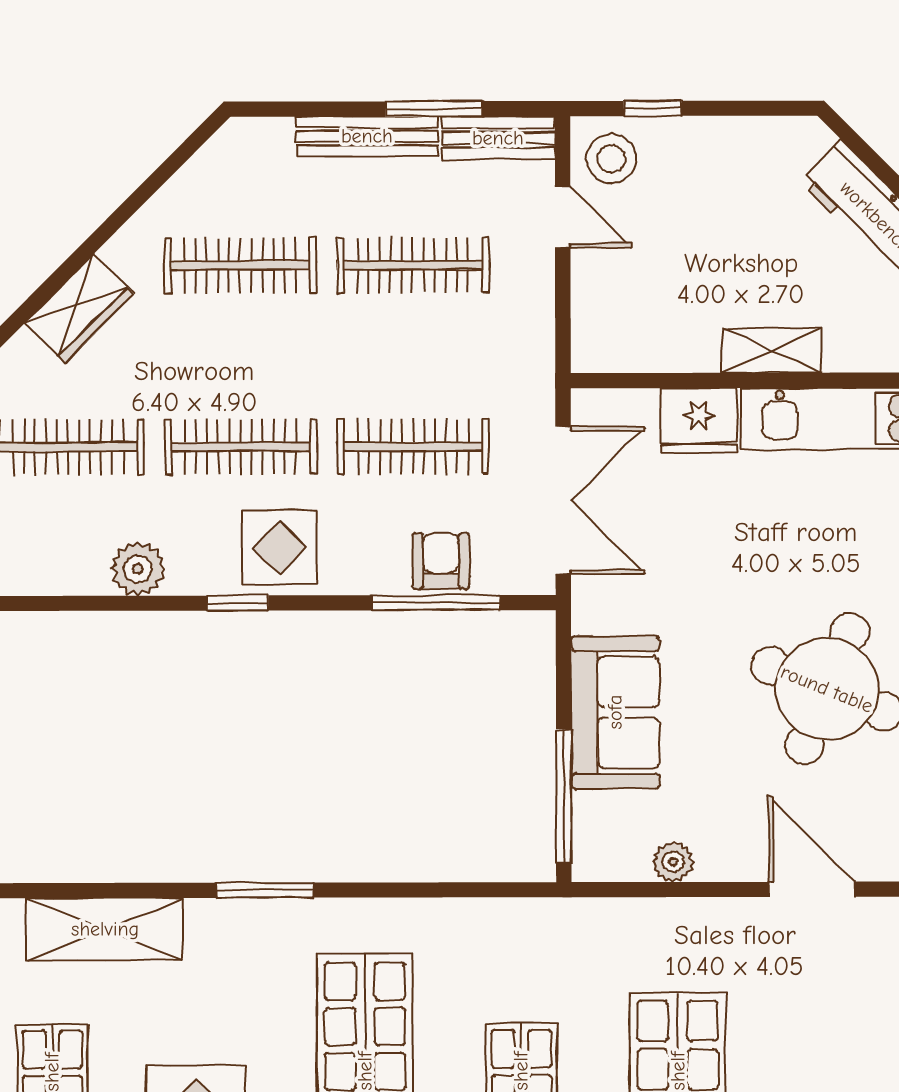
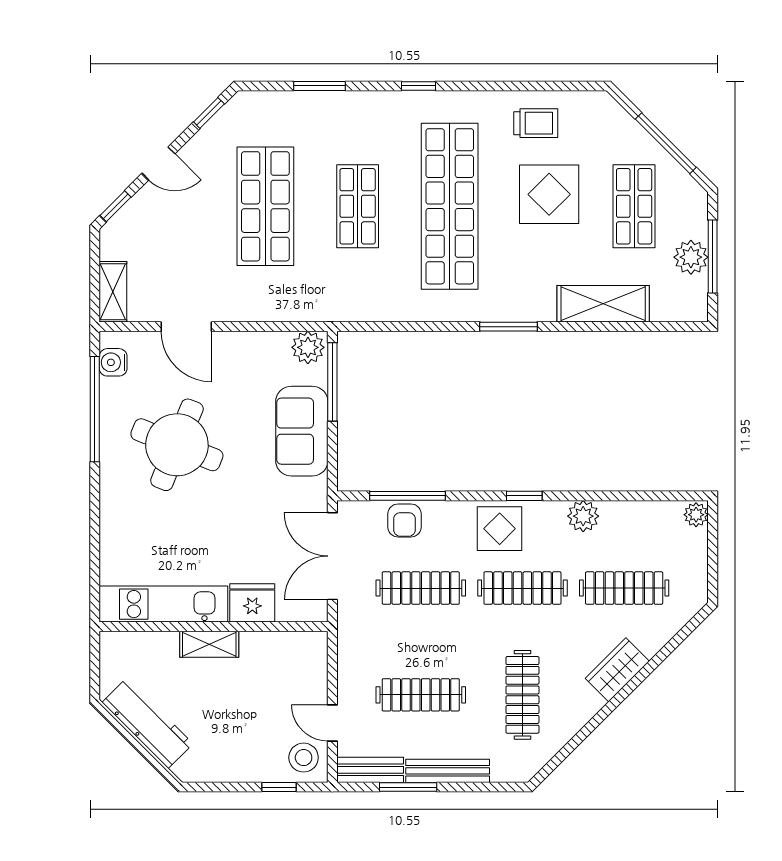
clothes rail: (240, 265) -> (522, 695), turned 90
plant: (673, 862) -> (308, 347), moved, width x1.38, depth x1.38

